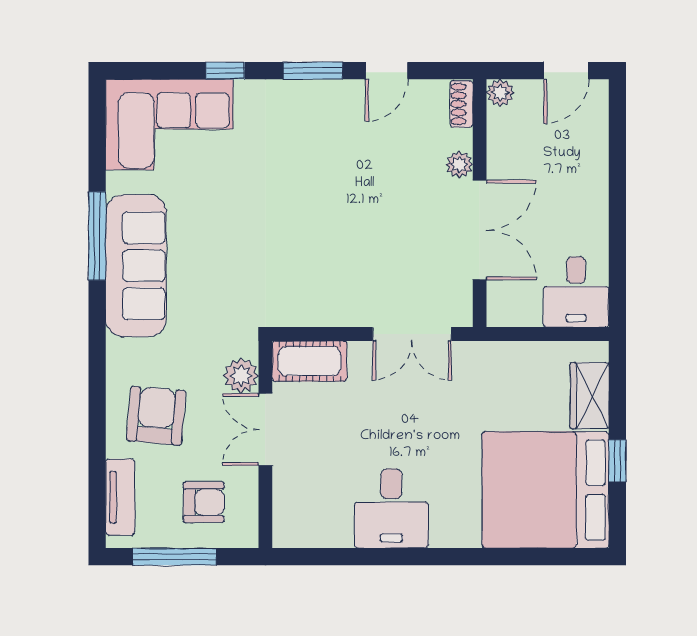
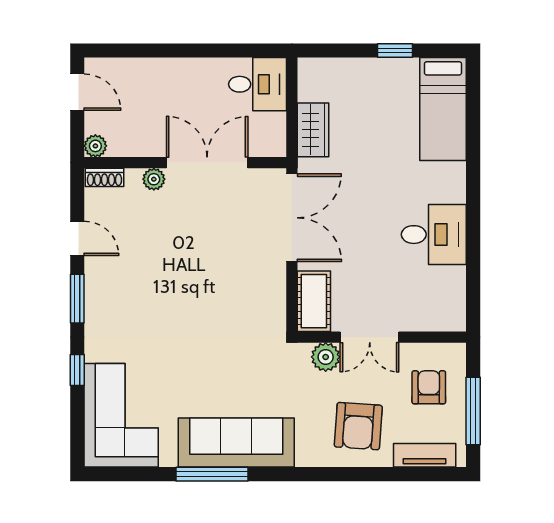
double door: (412, 334) -> (292, 218), width x1.37
wardrobe: (590, 396) -> (313, 130), moved, turned -90
armchair: (156, 416) -> (358, 426), turned -91
bed: (545, 490) -> (443, 109), width x0.49

